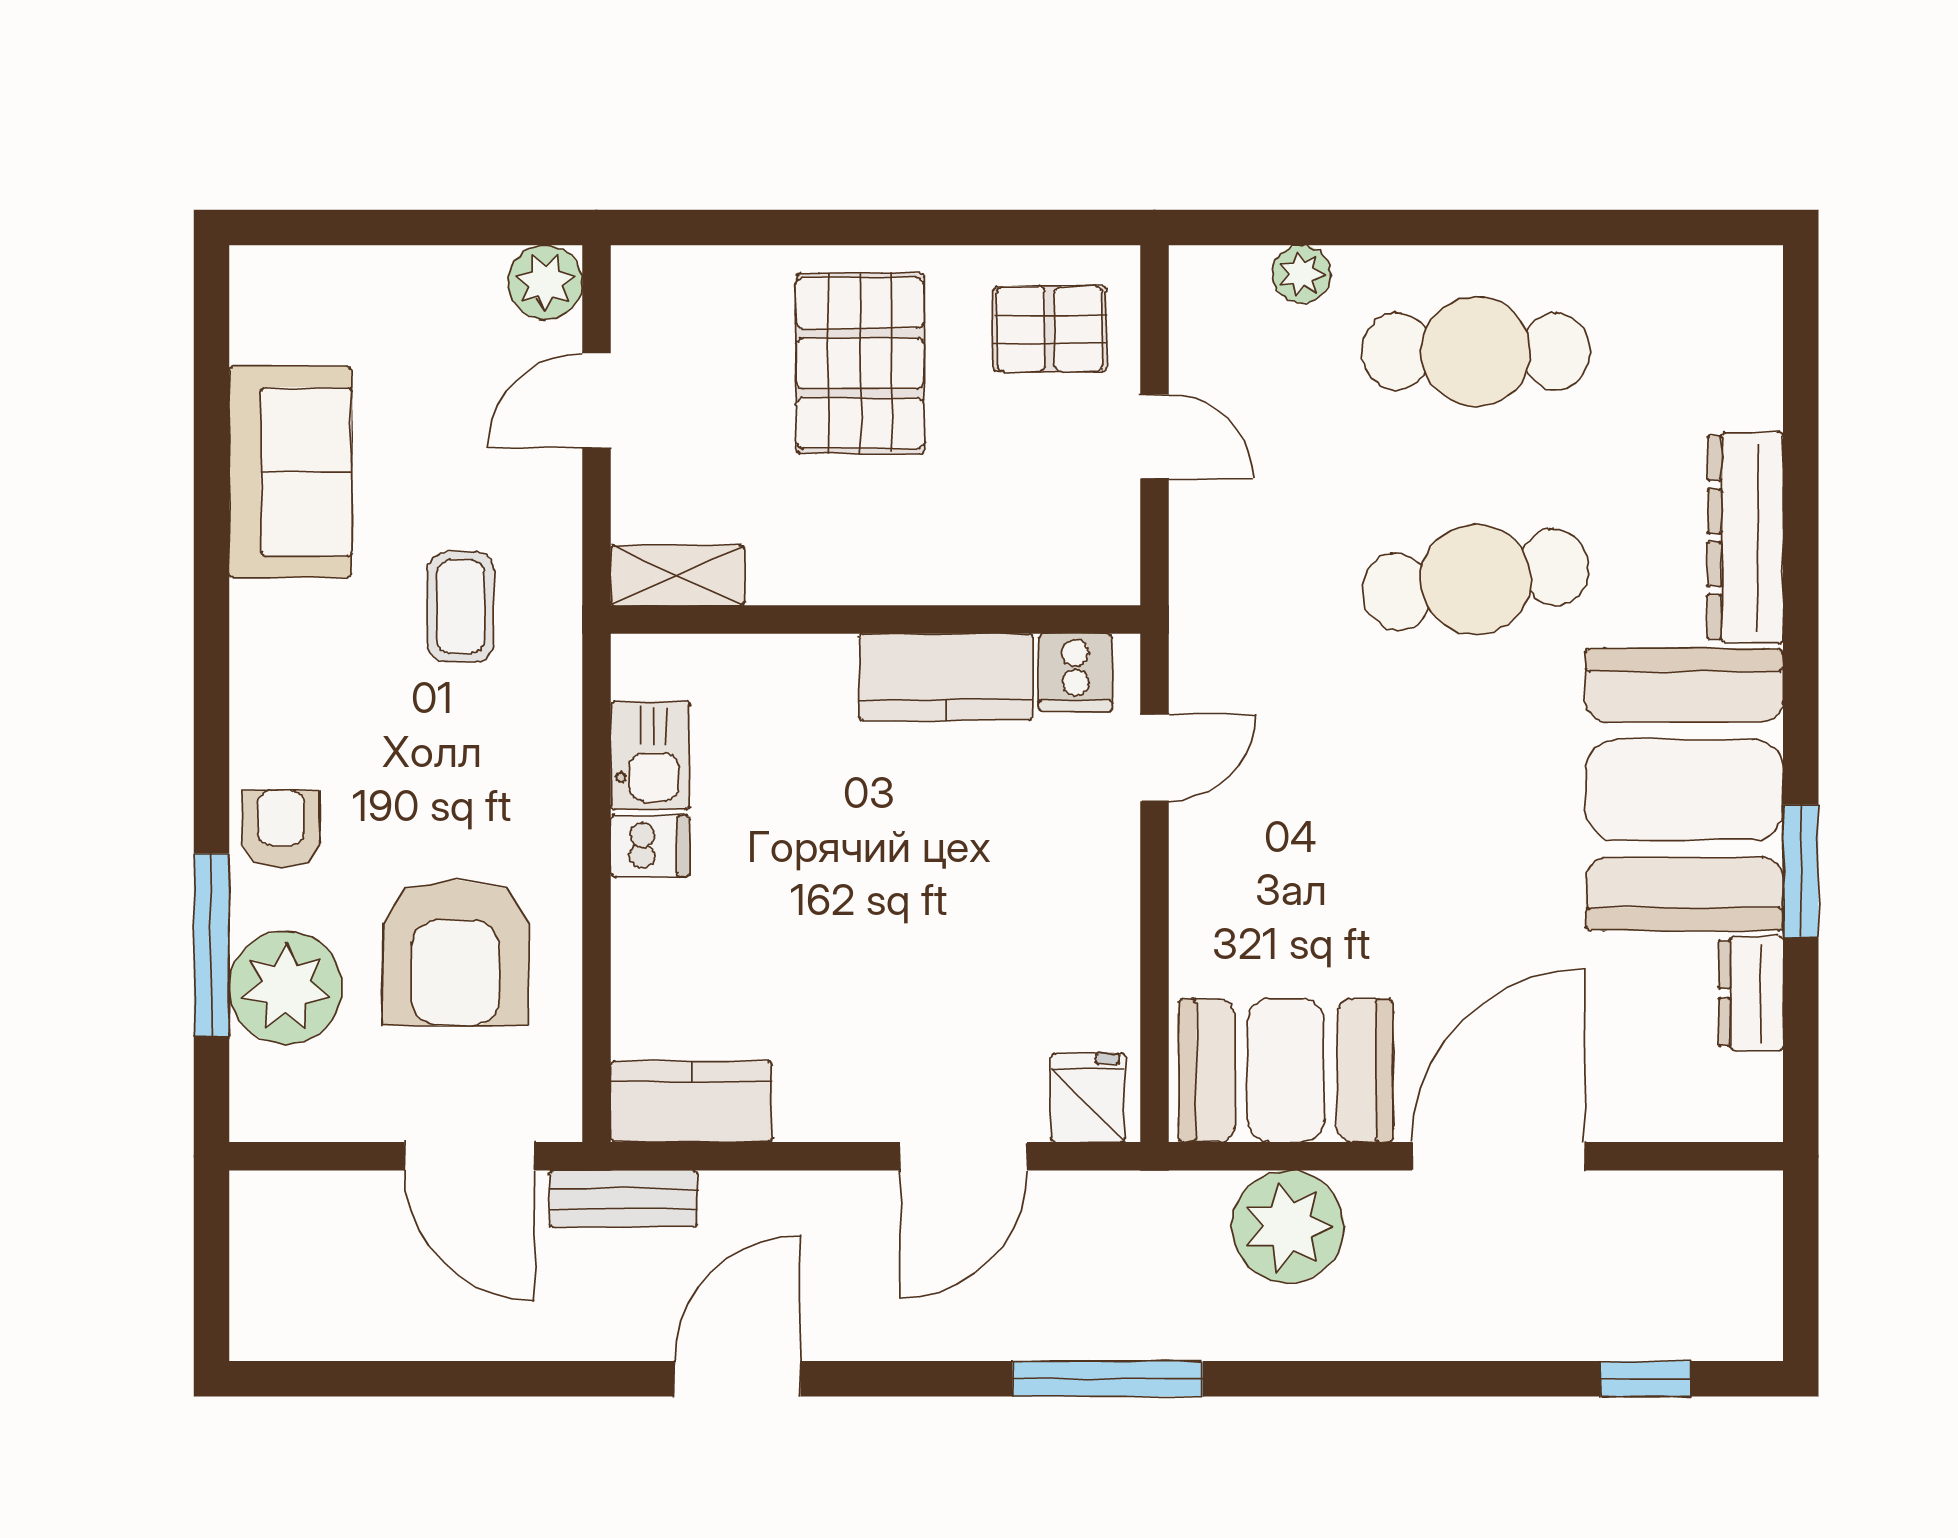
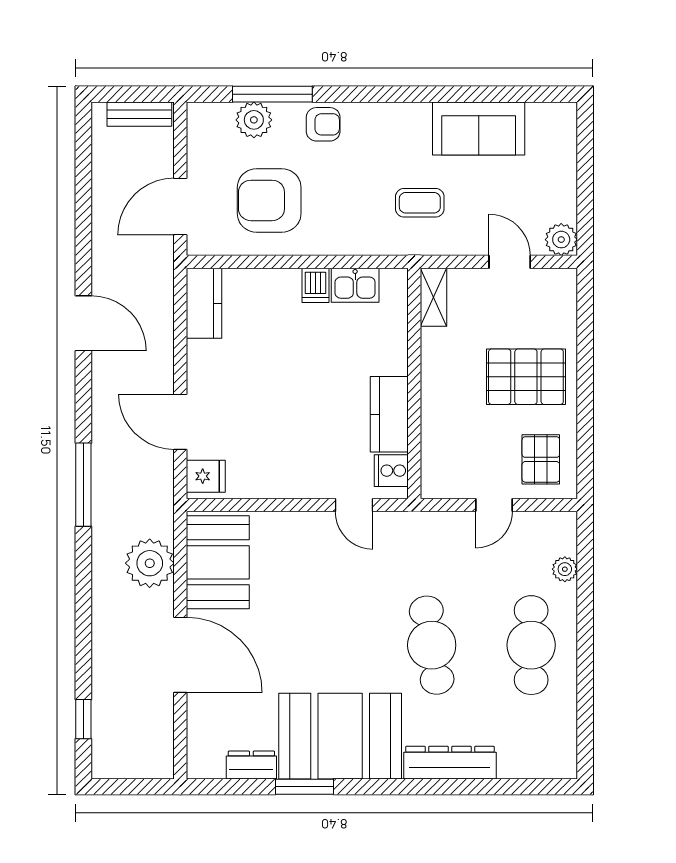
plant: (286, 988) -> (254, 120), width x0.73, depth x0.73
bench: (623, 1199) -> (139, 114), moved, turned 90

